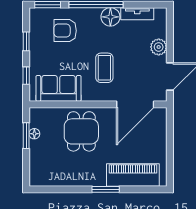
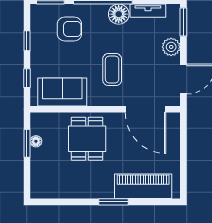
window: (170, 24) -> (183, 22), added
armchair: (65, 31) -> (69, 29), turned 180
door: (135, 104) -> (146, 109), hinge flipped

